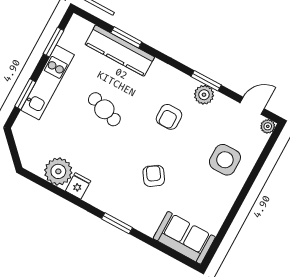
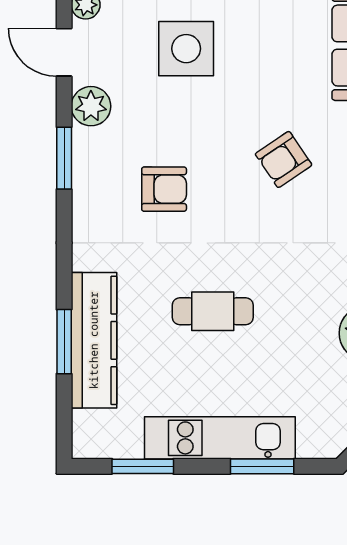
plant: (204, 95) -> (91, 106), moved
cafe table: (104, 109) -> (213, 311), turned 71

